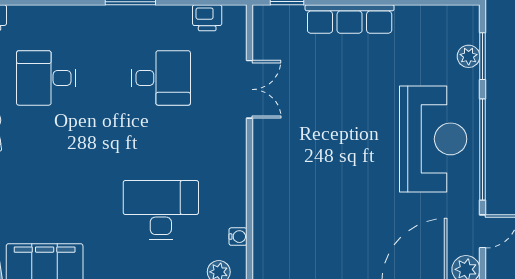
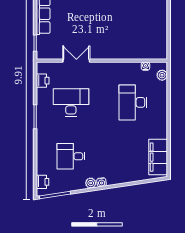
desk: (46, 78) -> (71, 156), turned 90
desk: (161, 78) -> (71, 102), width x1.37

